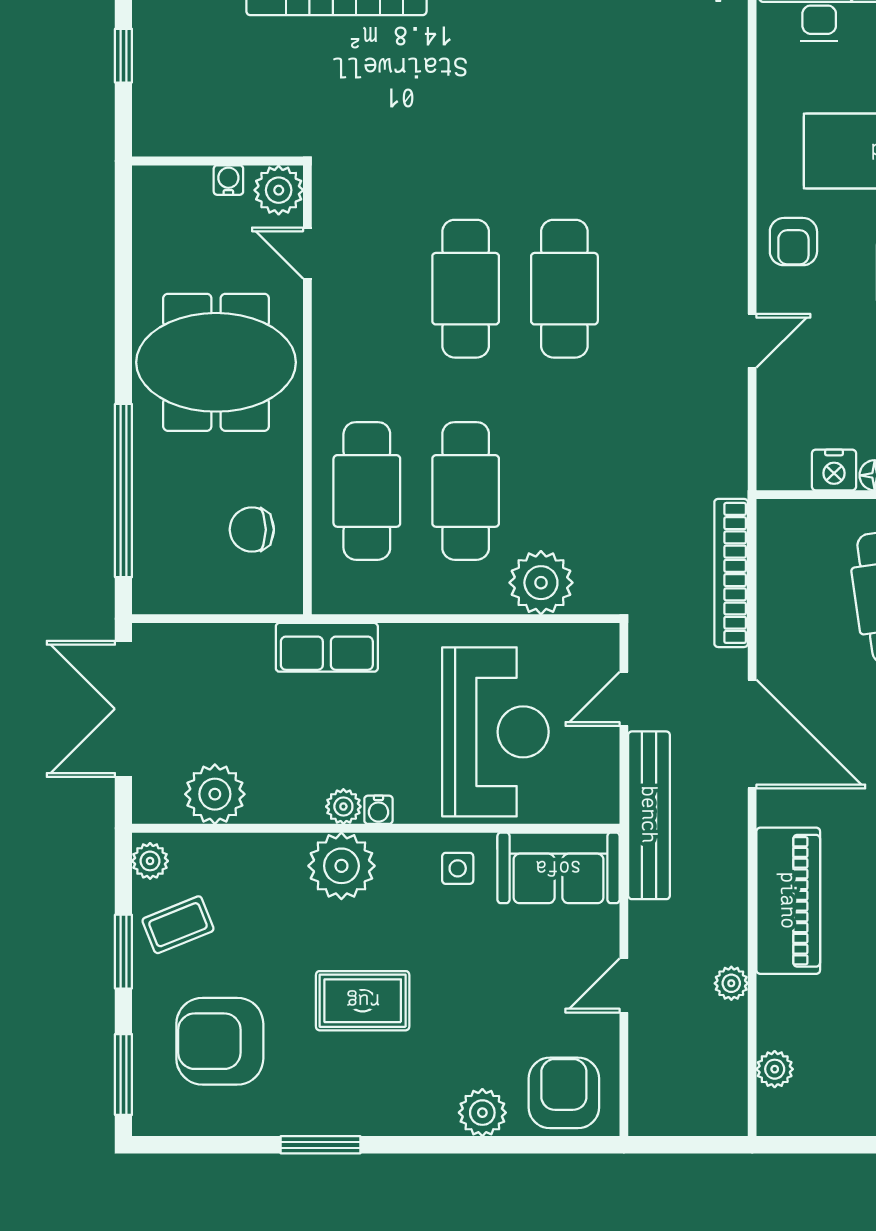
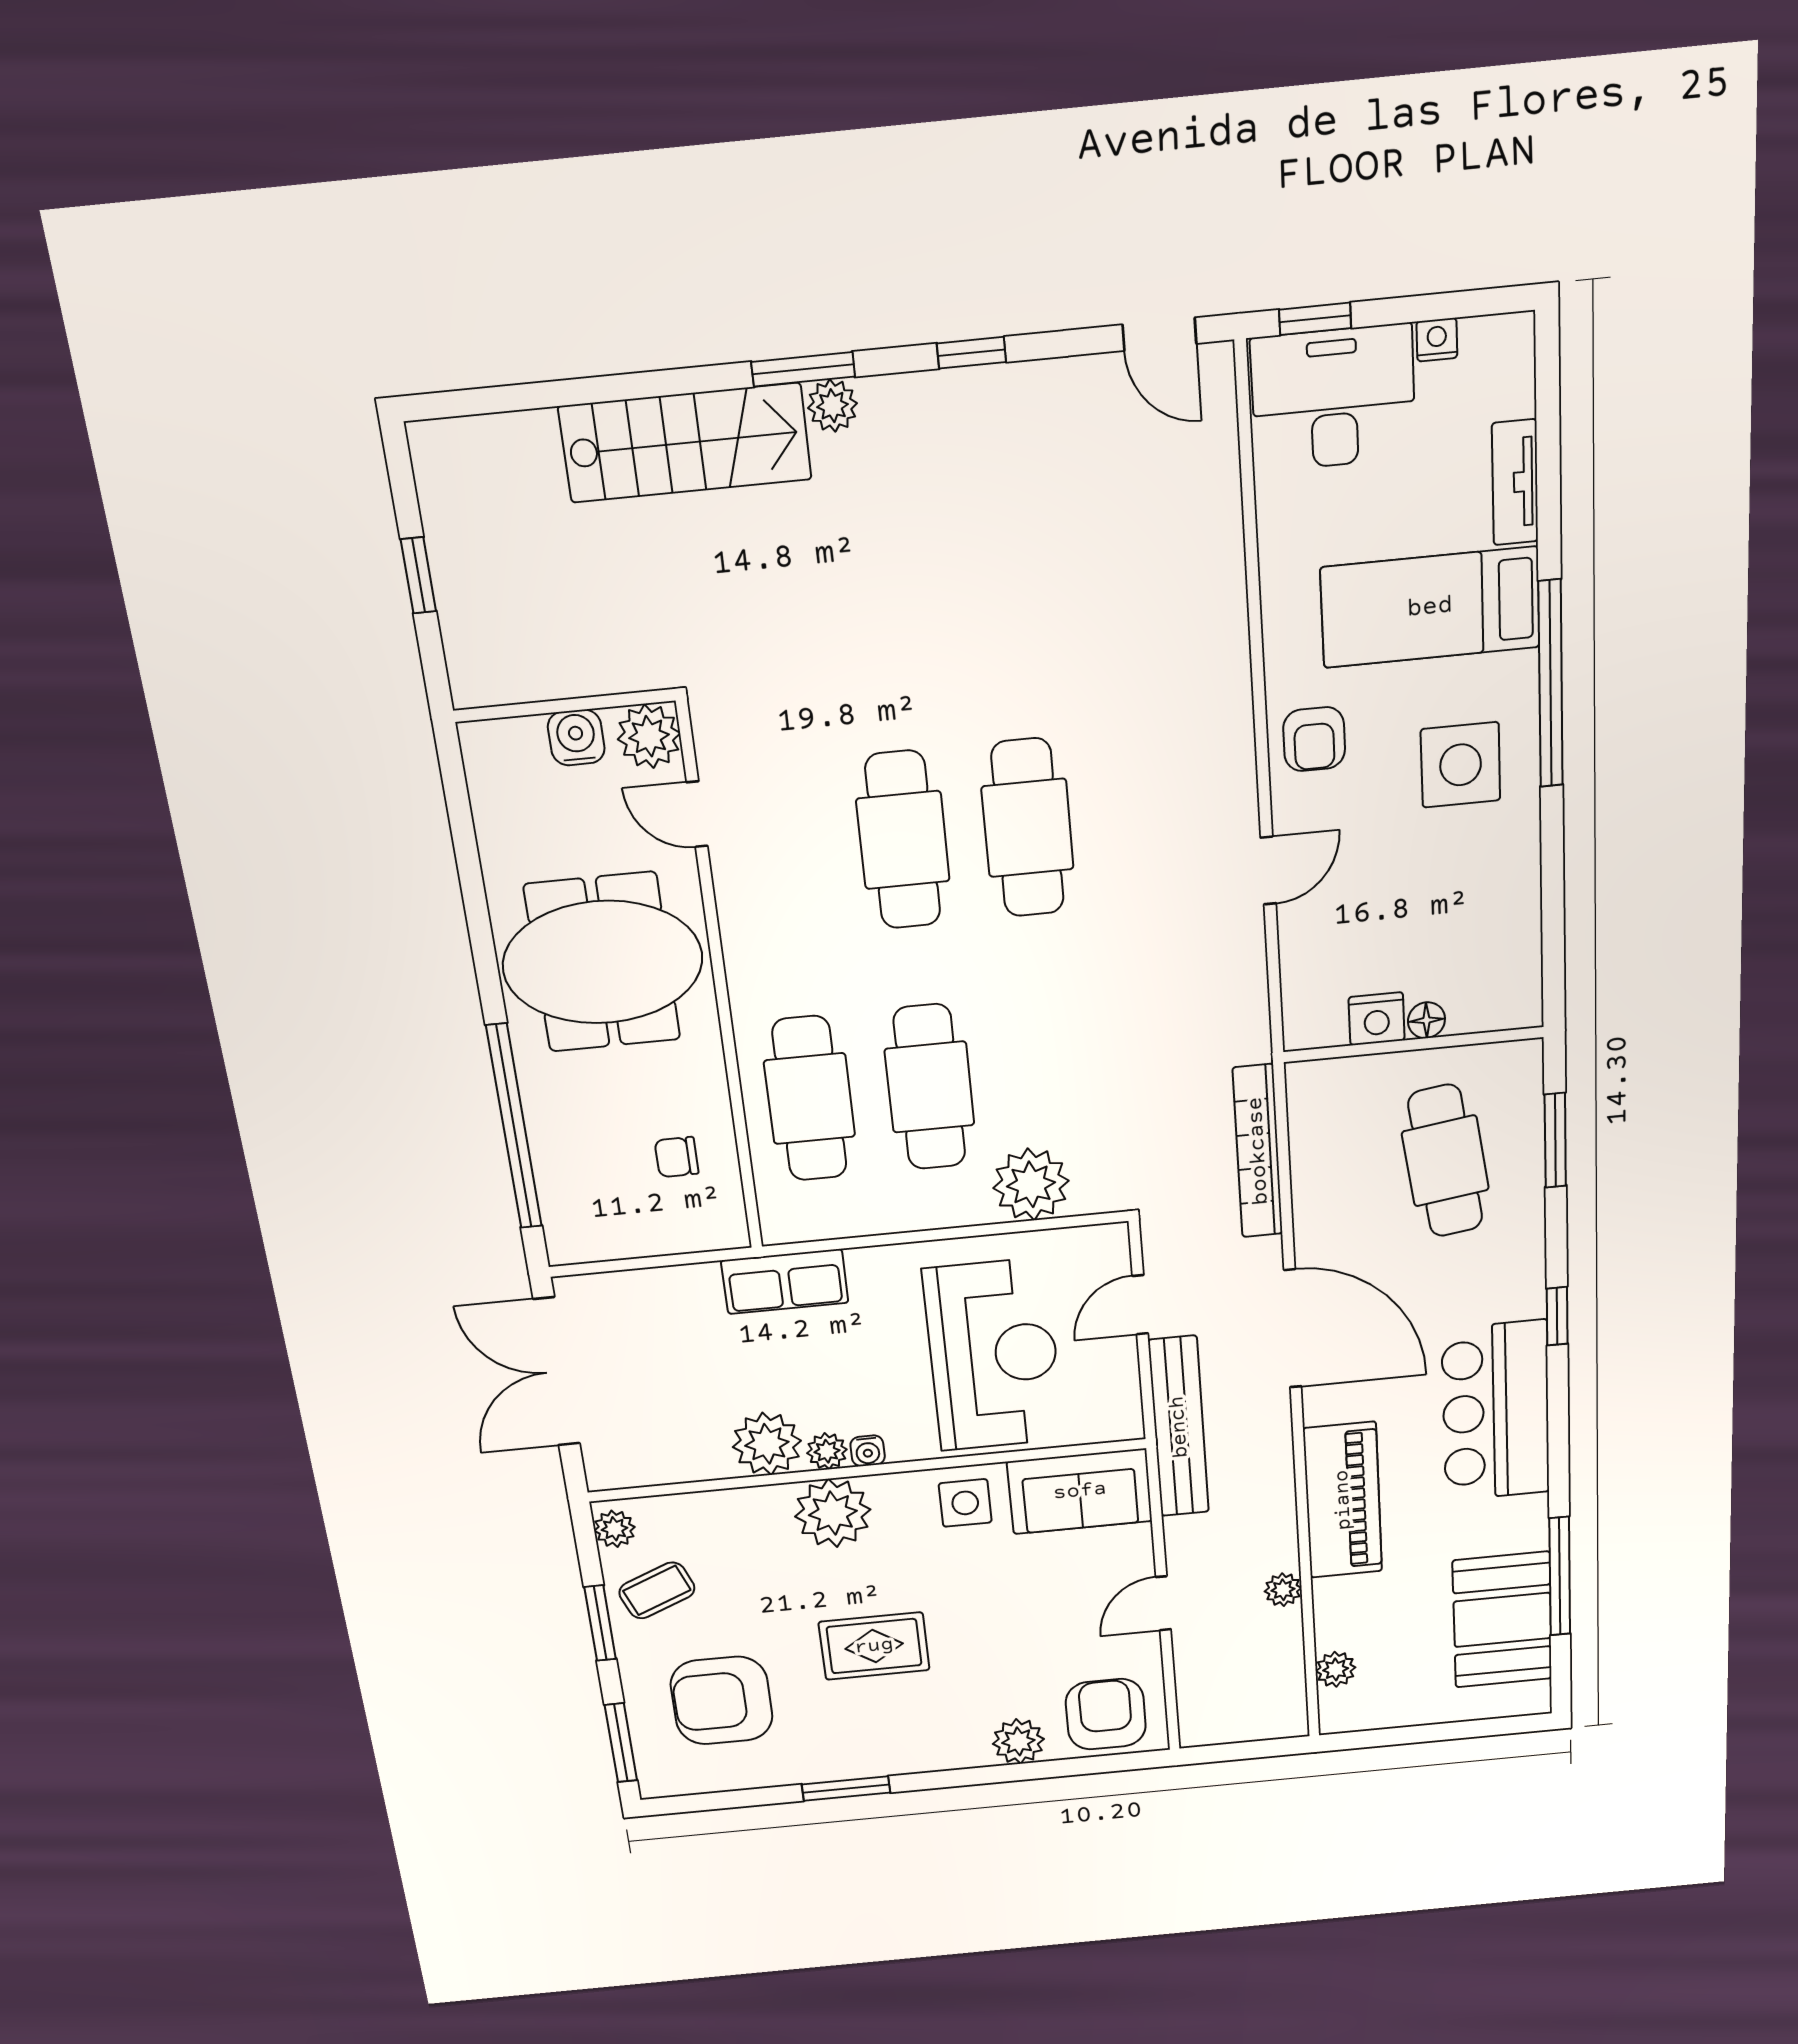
water cooler: (228, 180) -> (576, 737), width x1.38, depth x1.38
chair: (252, 530) -> (677, 1157), width x0.73, depth x0.73
plant: (215, 794) -> (767, 1444), moved
side table: (458, 868) -> (965, 1503), width x1.37, depth x1.37

